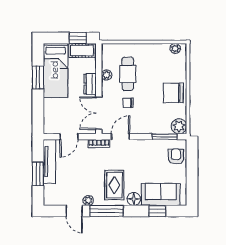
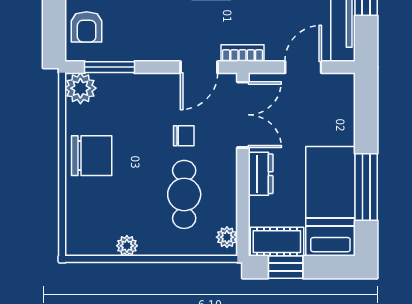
plant: (175, 49) -> (127, 246), moved
plant: (107, 75) -> (227, 237), moved
window: (38, 77) -> (366, 187), width x1.44

